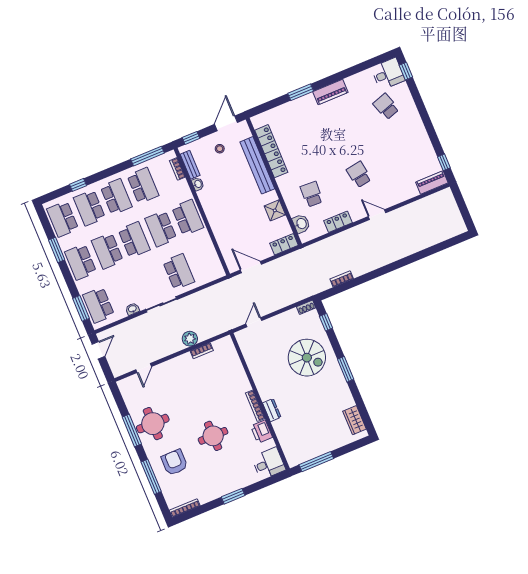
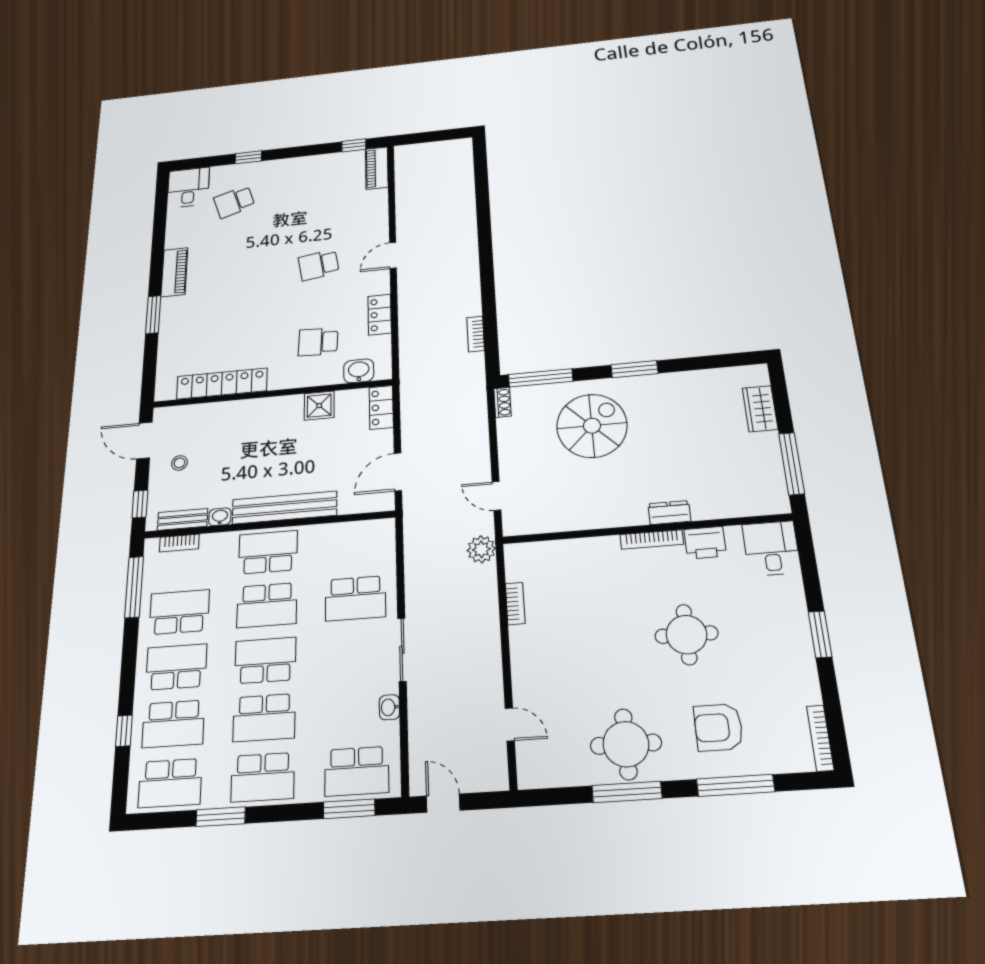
window: (406, 71) -> (248, 157), moved
bench: (257, 165) -> (284, 508), moved
school desk: (179, 272) -> (355, 598), turned 180
window: (326, 322) -> (541, 378), width x2.17
plant: (190, 339) -> (481, 549), moved
wardrobe: (355, 420) -> (760, 409), moved, turned 90

